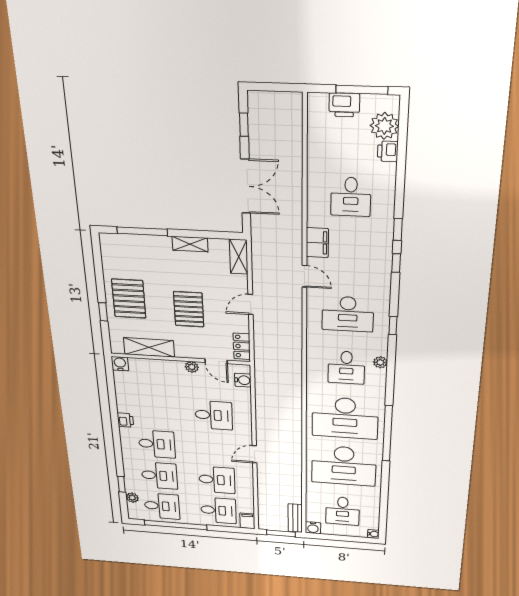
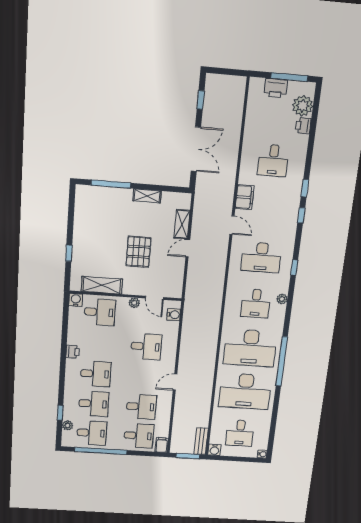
shelving: (239, 257) -> (182, 224), moved
pallet: (129, 299) -> (92, 242), removed
locker: (242, 346) -> (177, 285), removed
desk: (151, 377) -> (100, 312), added

